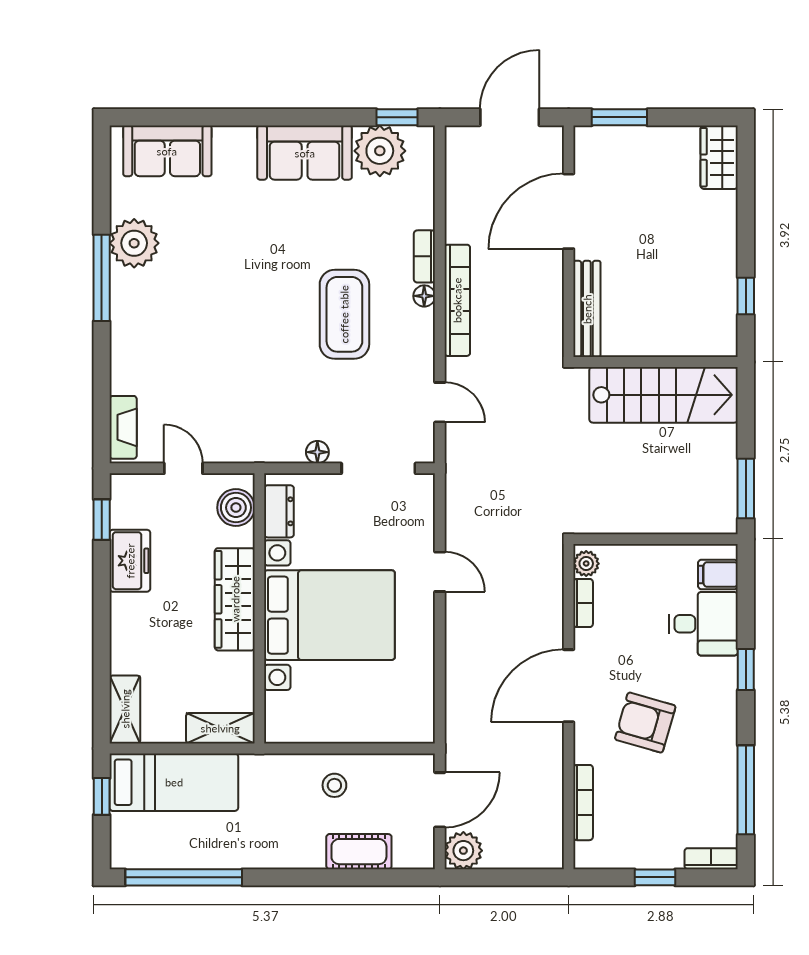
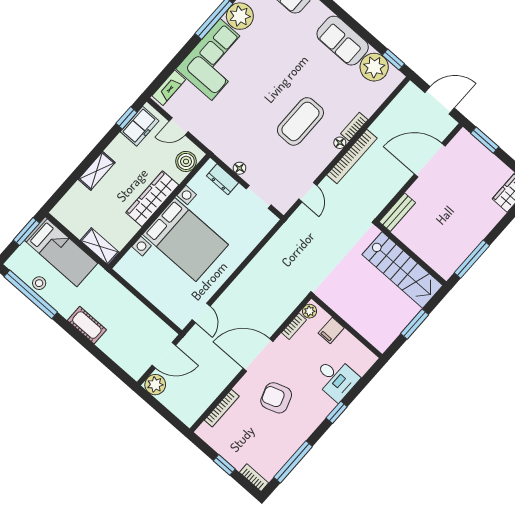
window: (746, 296) -> (472, 259), width x2.17
bench: (587, 309) -> (397, 212), width x0.73
corner sofa: (153, 332) -> (216, 59), added
door: (183, 468) -> (179, 126), swing flipped
doorway: (378, 468) -> (259, 197), width x0.73
window: (746, 488) -> (415, 324), moved
dresser: (279, 511) -> (222, 179), moved, turned 90
freezer: (130, 561) -> (140, 126), moved
door: (440, 572) -> (201, 313), moved
filing cabinet: (718, 574) -> (331, 330), moved, turned -90
shelving: (125, 709) -> (97, 171), moved
armchair: (645, 723) -> (276, 398), turned -35
stool: (334, 785) -> (39, 283), moved
window: (102, 796) -> (26, 231), width x1.50
cot: (359, 852) -> (87, 325), moved

